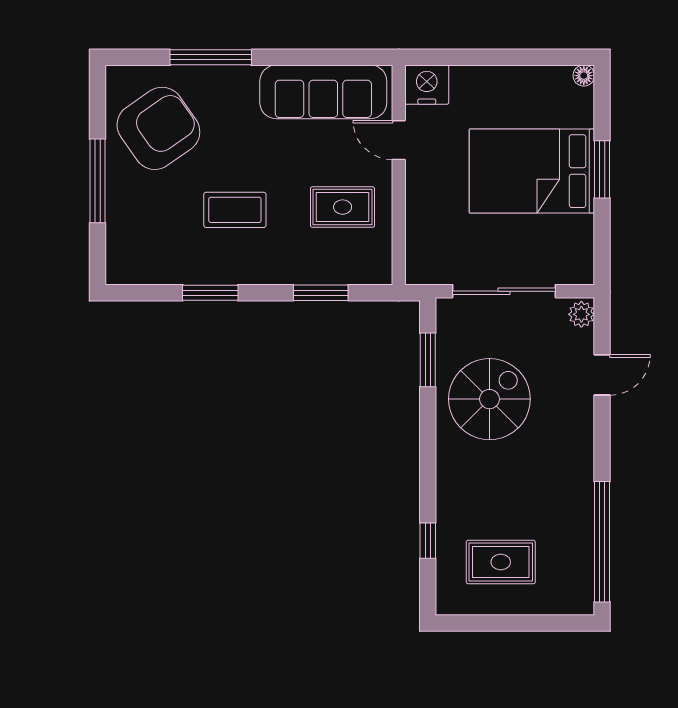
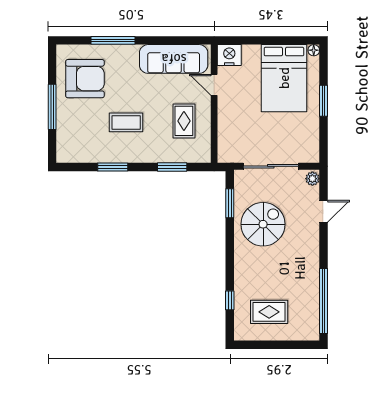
armchair: (158, 128) -> (85, 79), turned 35
bed: (532, 171) -> (284, 78), moved, turned -90
rug: (343, 207) -> (184, 121), turned 90

